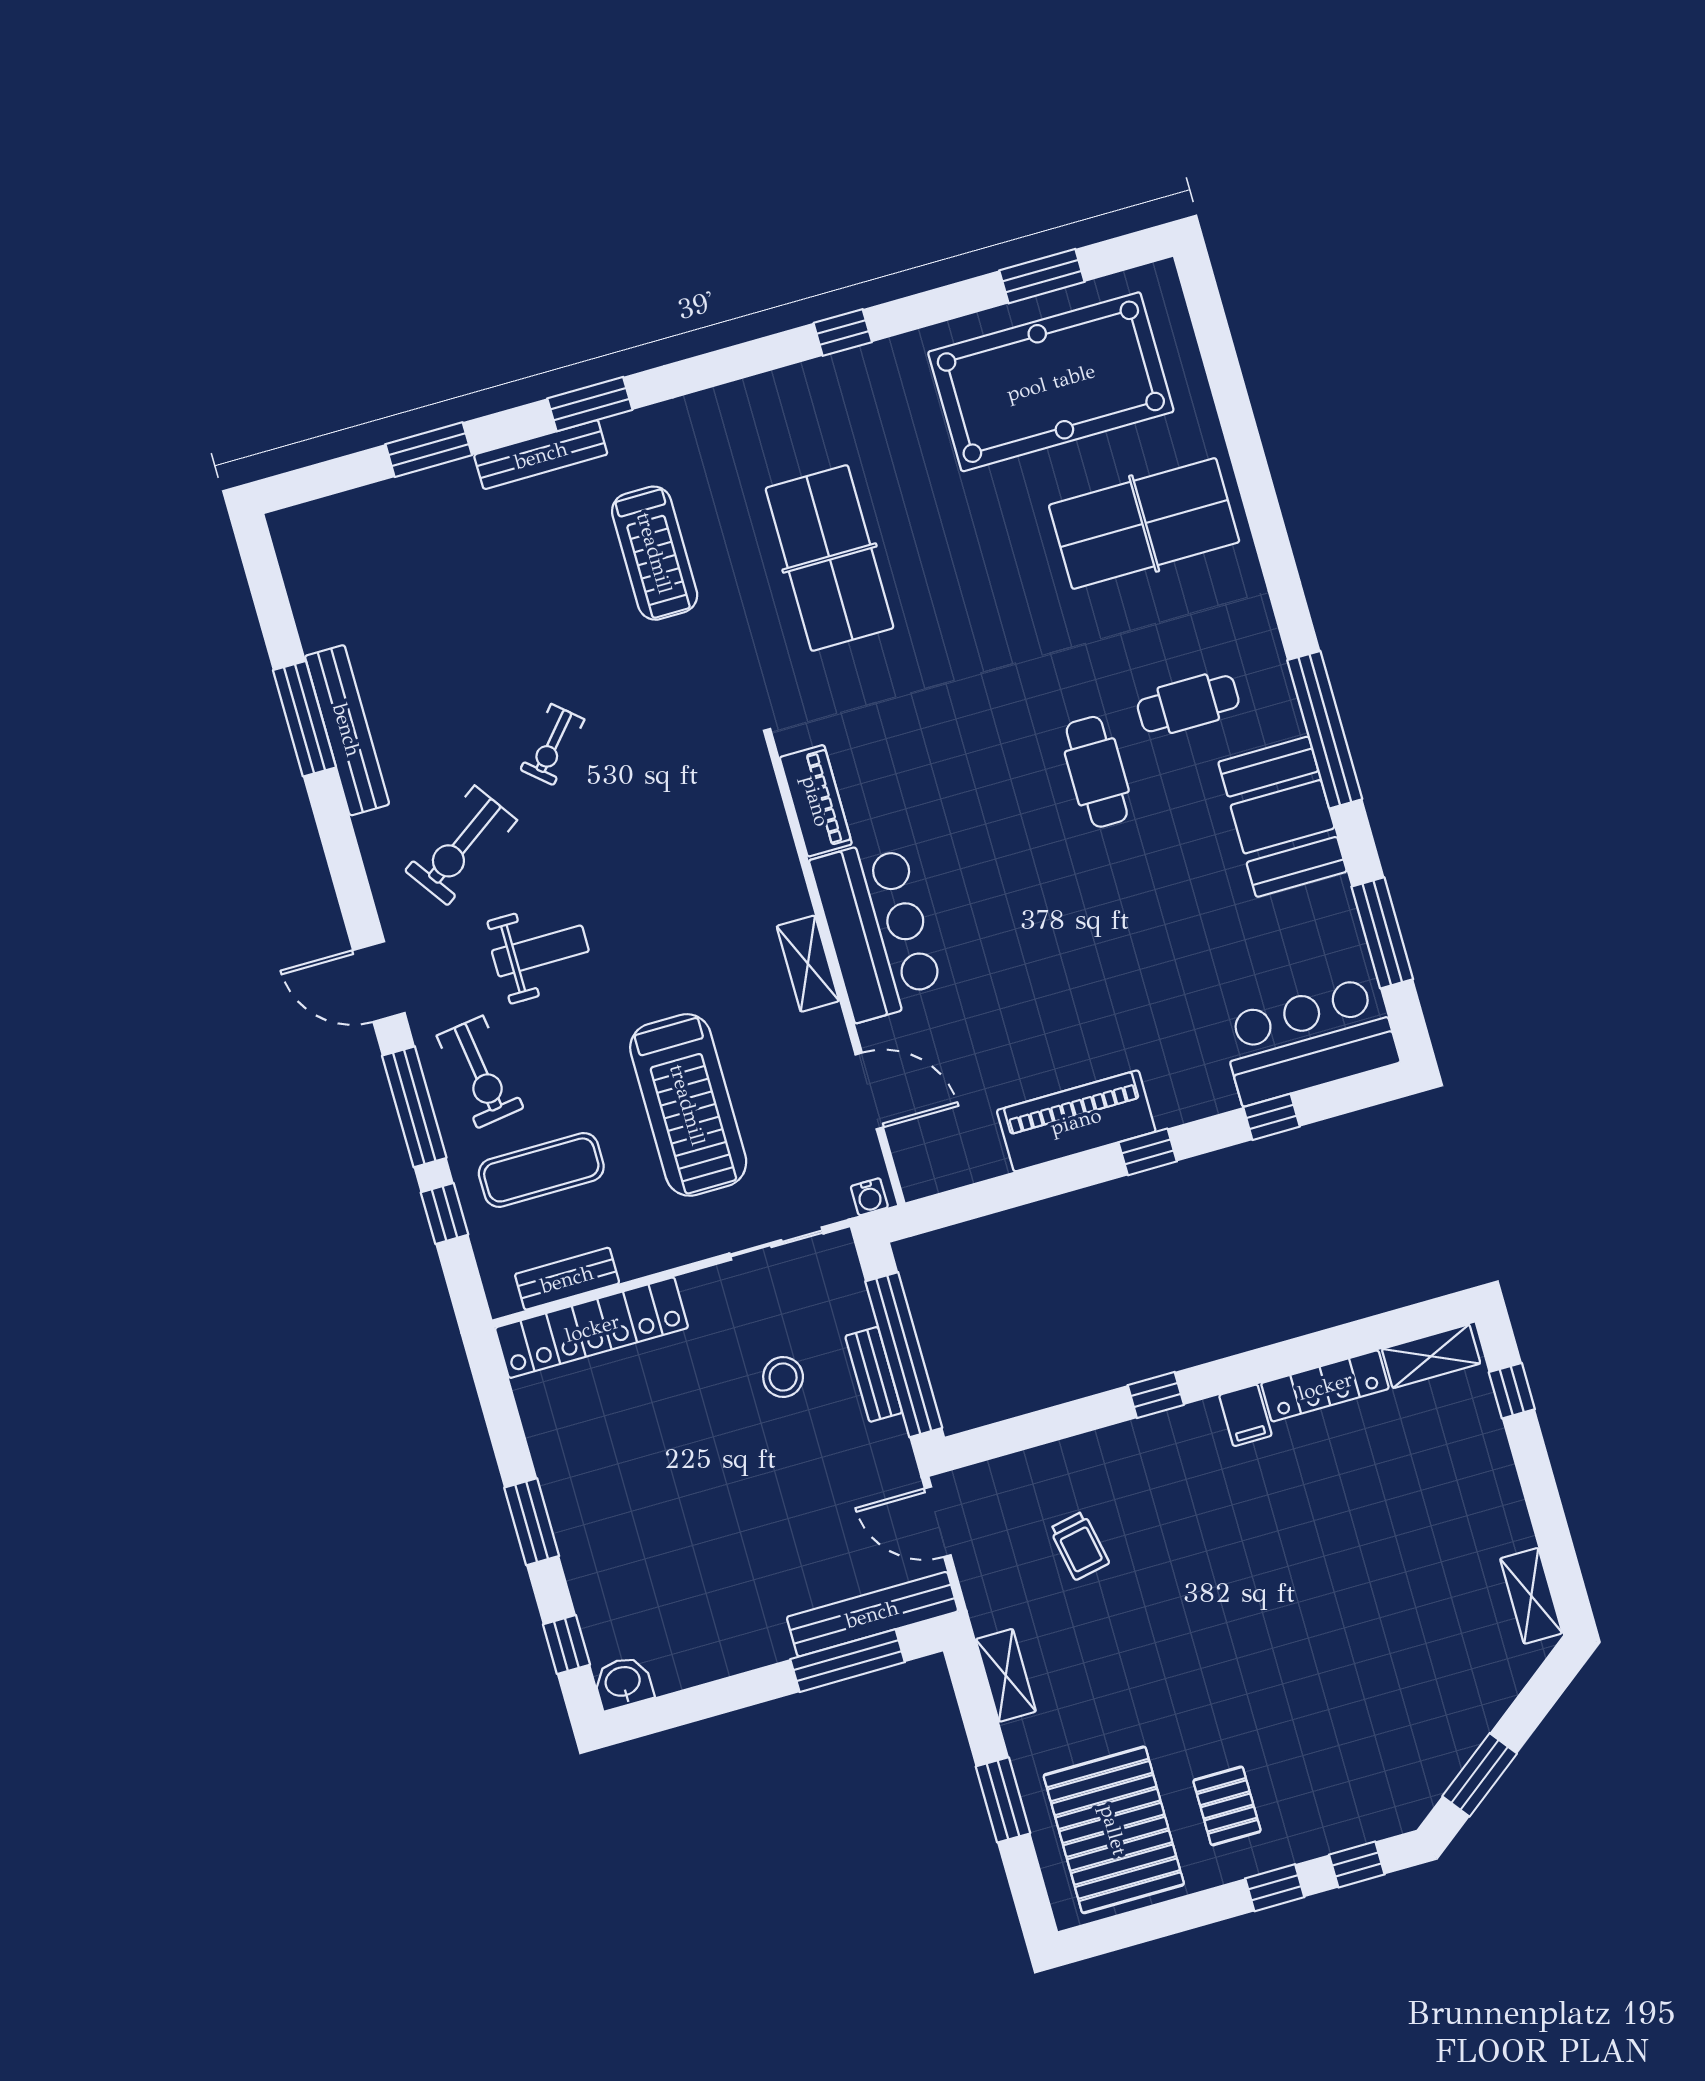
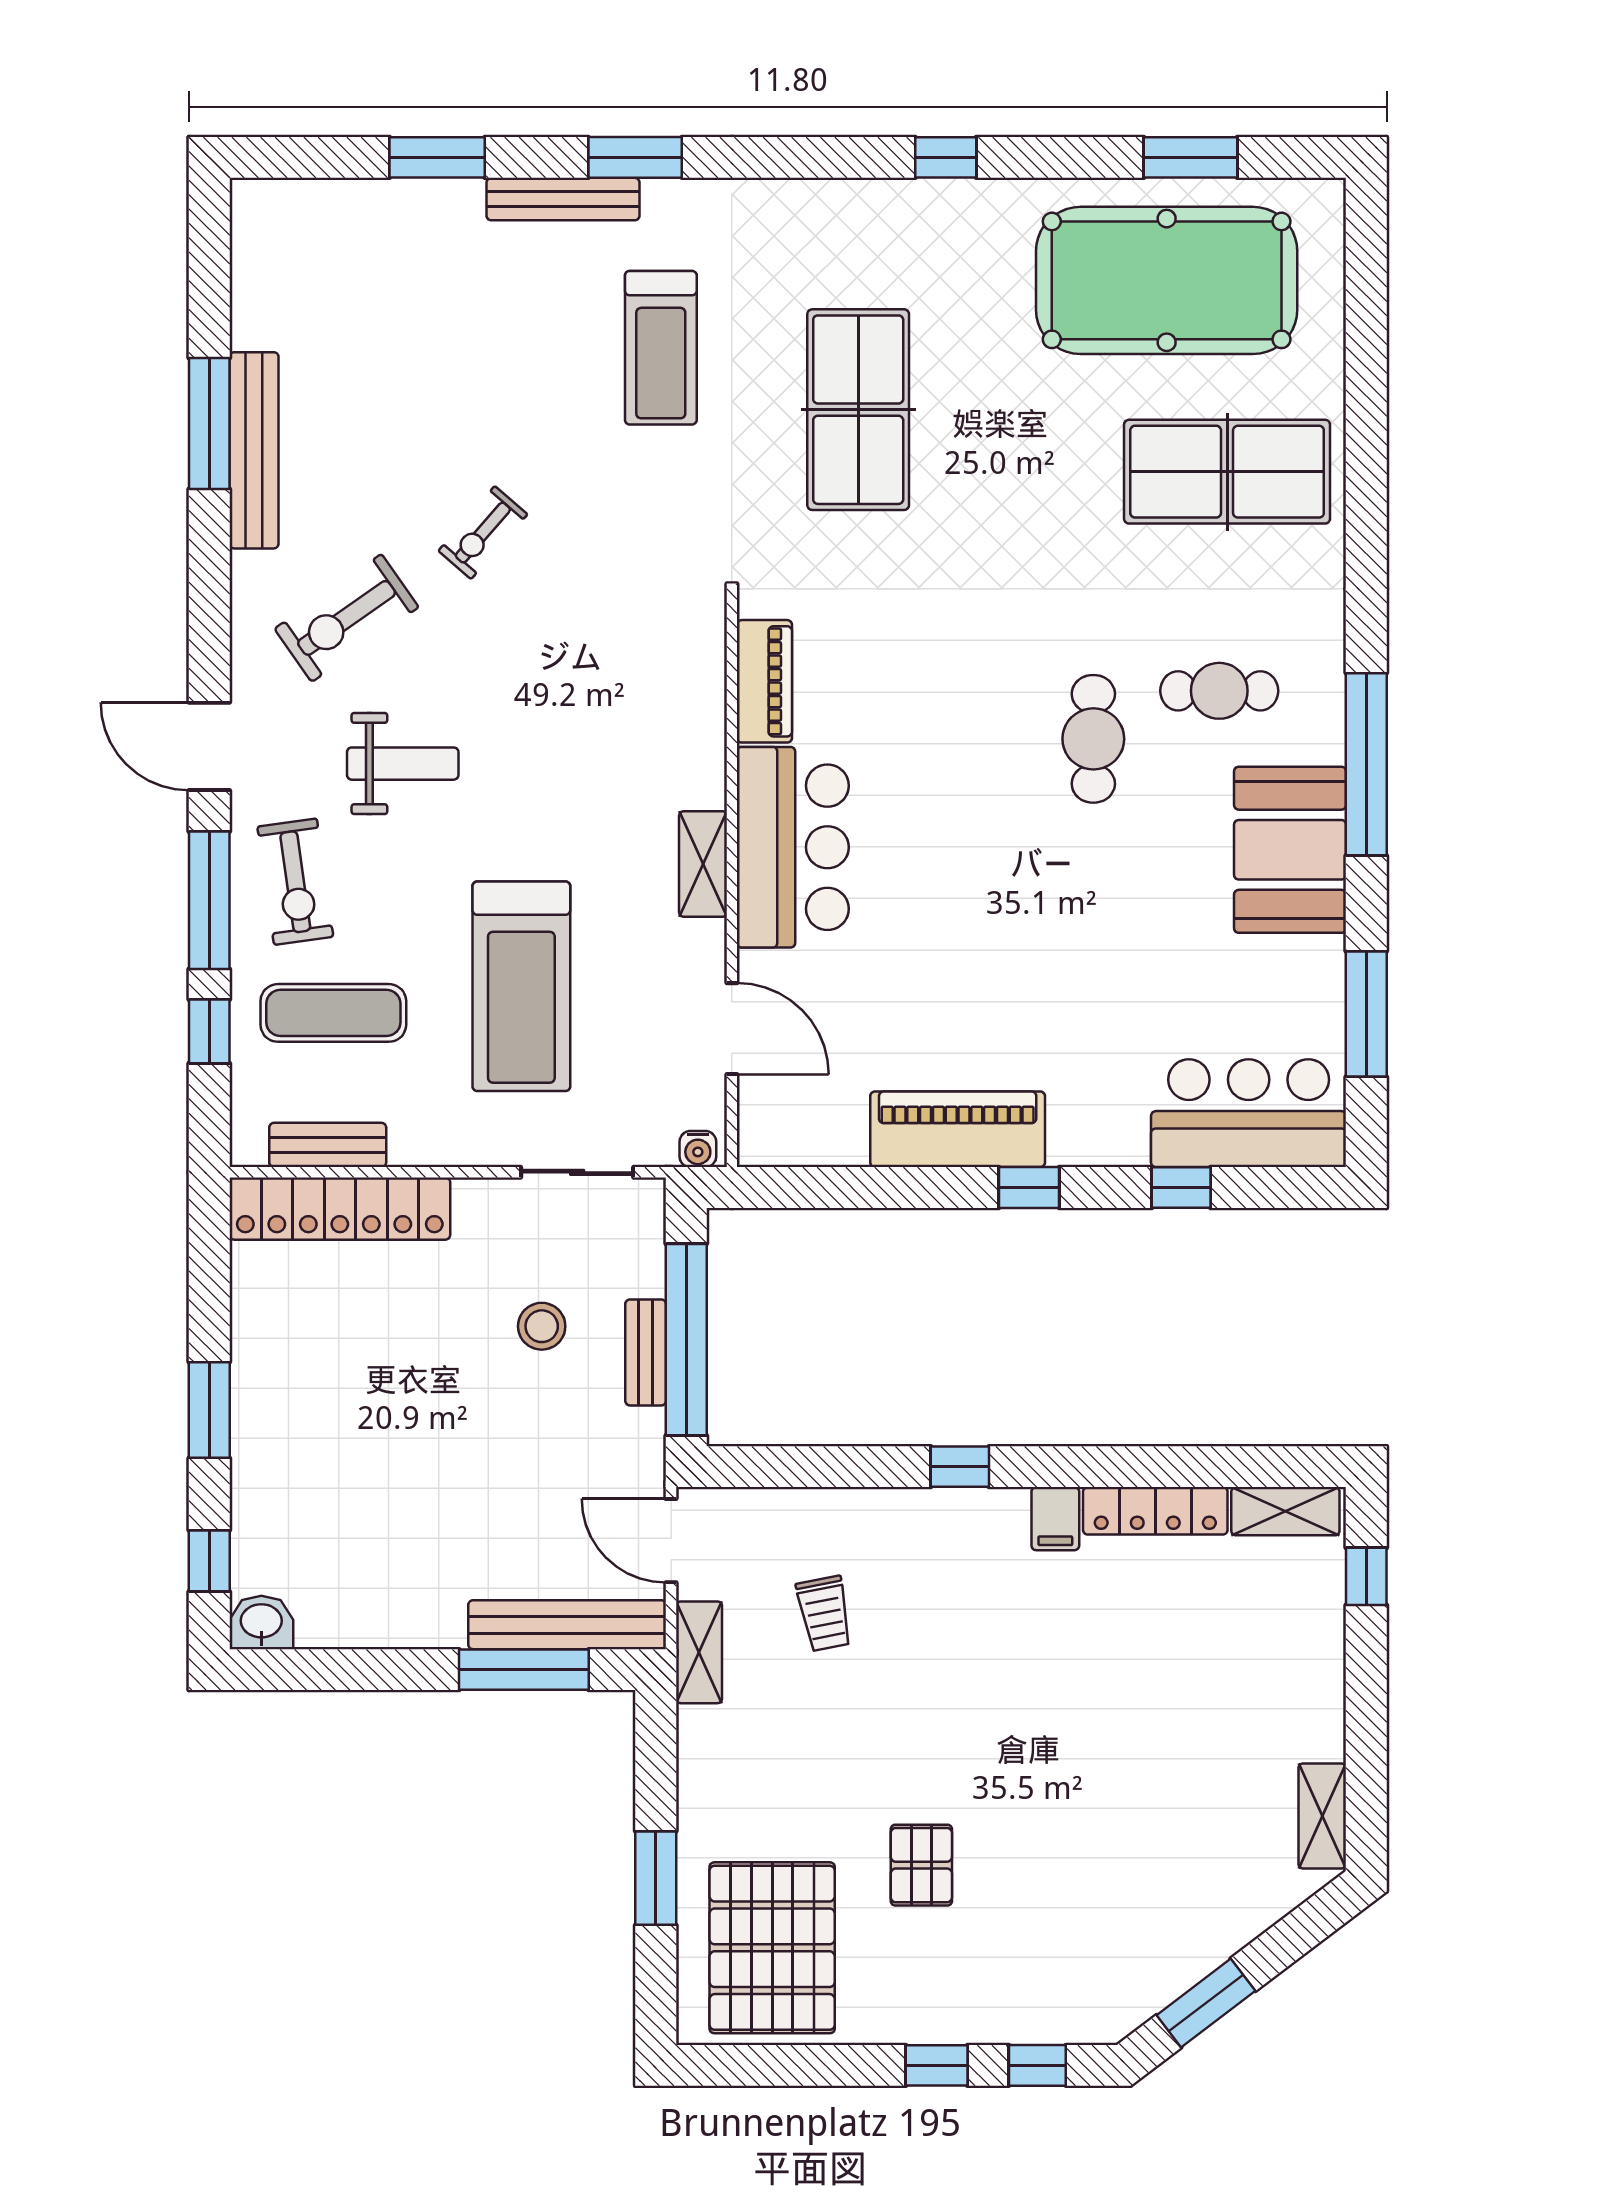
shelving: (1006, 1675) -> (699, 1652), moved
pallet: (1227, 1806) -> (921, 1865), moved

